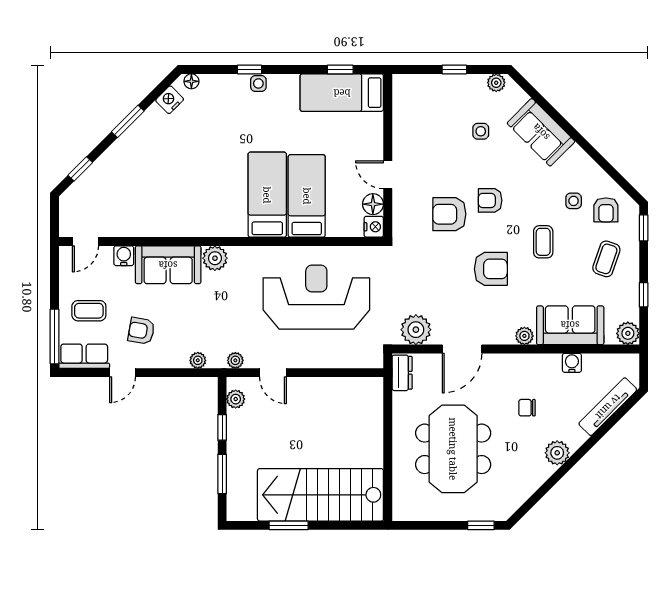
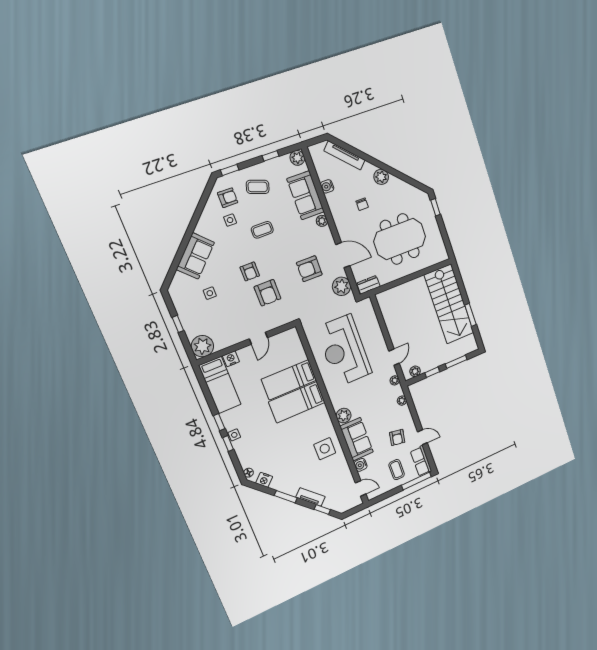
window: (340, 70) -> (219, 422), moved
plant: (496, 83) -> (202, 346), moved, width x1.87, depth x1.87
tv unit: (109, 159) -> (311, 497), added
floor lamp: (373, 204) -> (279, 340), removed
side table: (176, 209) -> (325, 449), added
nightstand: (374, 227) -> (231, 359), moved
armchair: (491, 269) -> (309, 269), moved, turned -90

